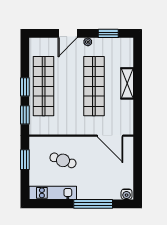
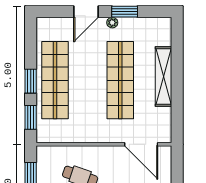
window: (108, 33) -> (125, 12), moved
shelving: (127, 83) -> (163, 76), width x1.47

